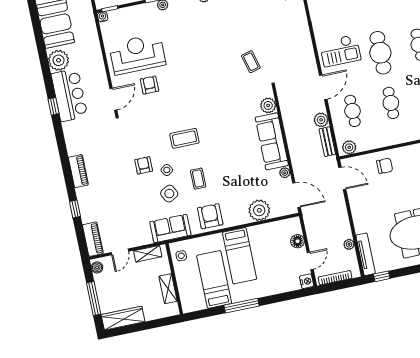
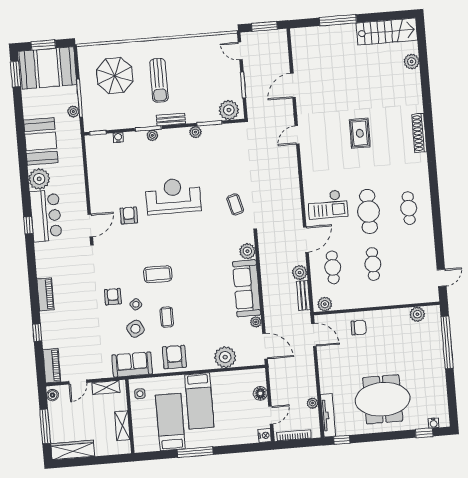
water cooler: (103, 17) -> (118, 138), moved
reception desk: (137, 54) -> (173, 196), moved

